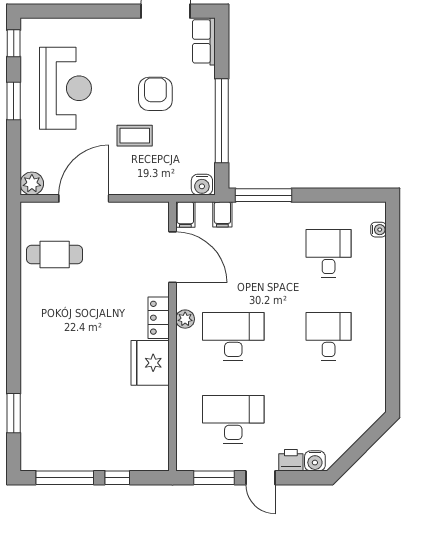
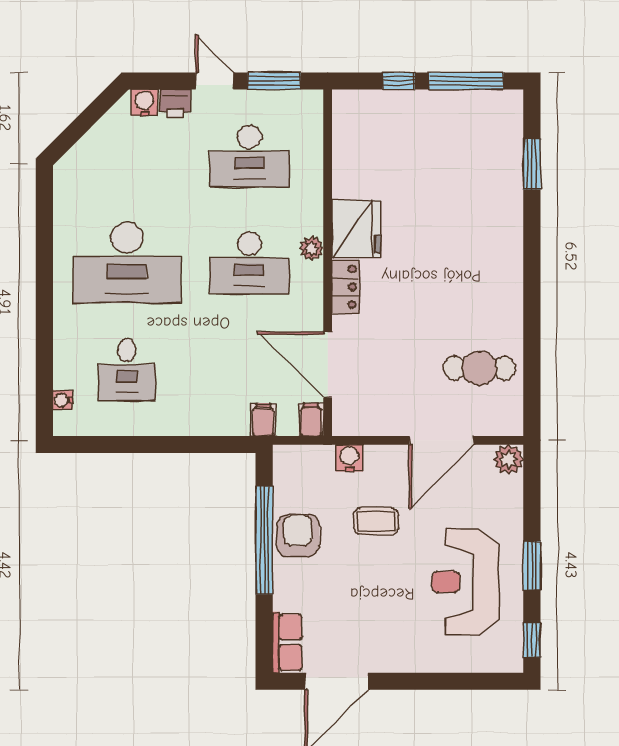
armchair: (155, 94) -> (298, 536), moved, turned 180
water cooler: (202, 185) -> (349, 458), moved
window: (264, 195) -> (210, 445), removed
plant: (185, 319) -> (311, 248), moved
desk: (329, 336) -> (127, 263), width x1.87, depth x1.30

